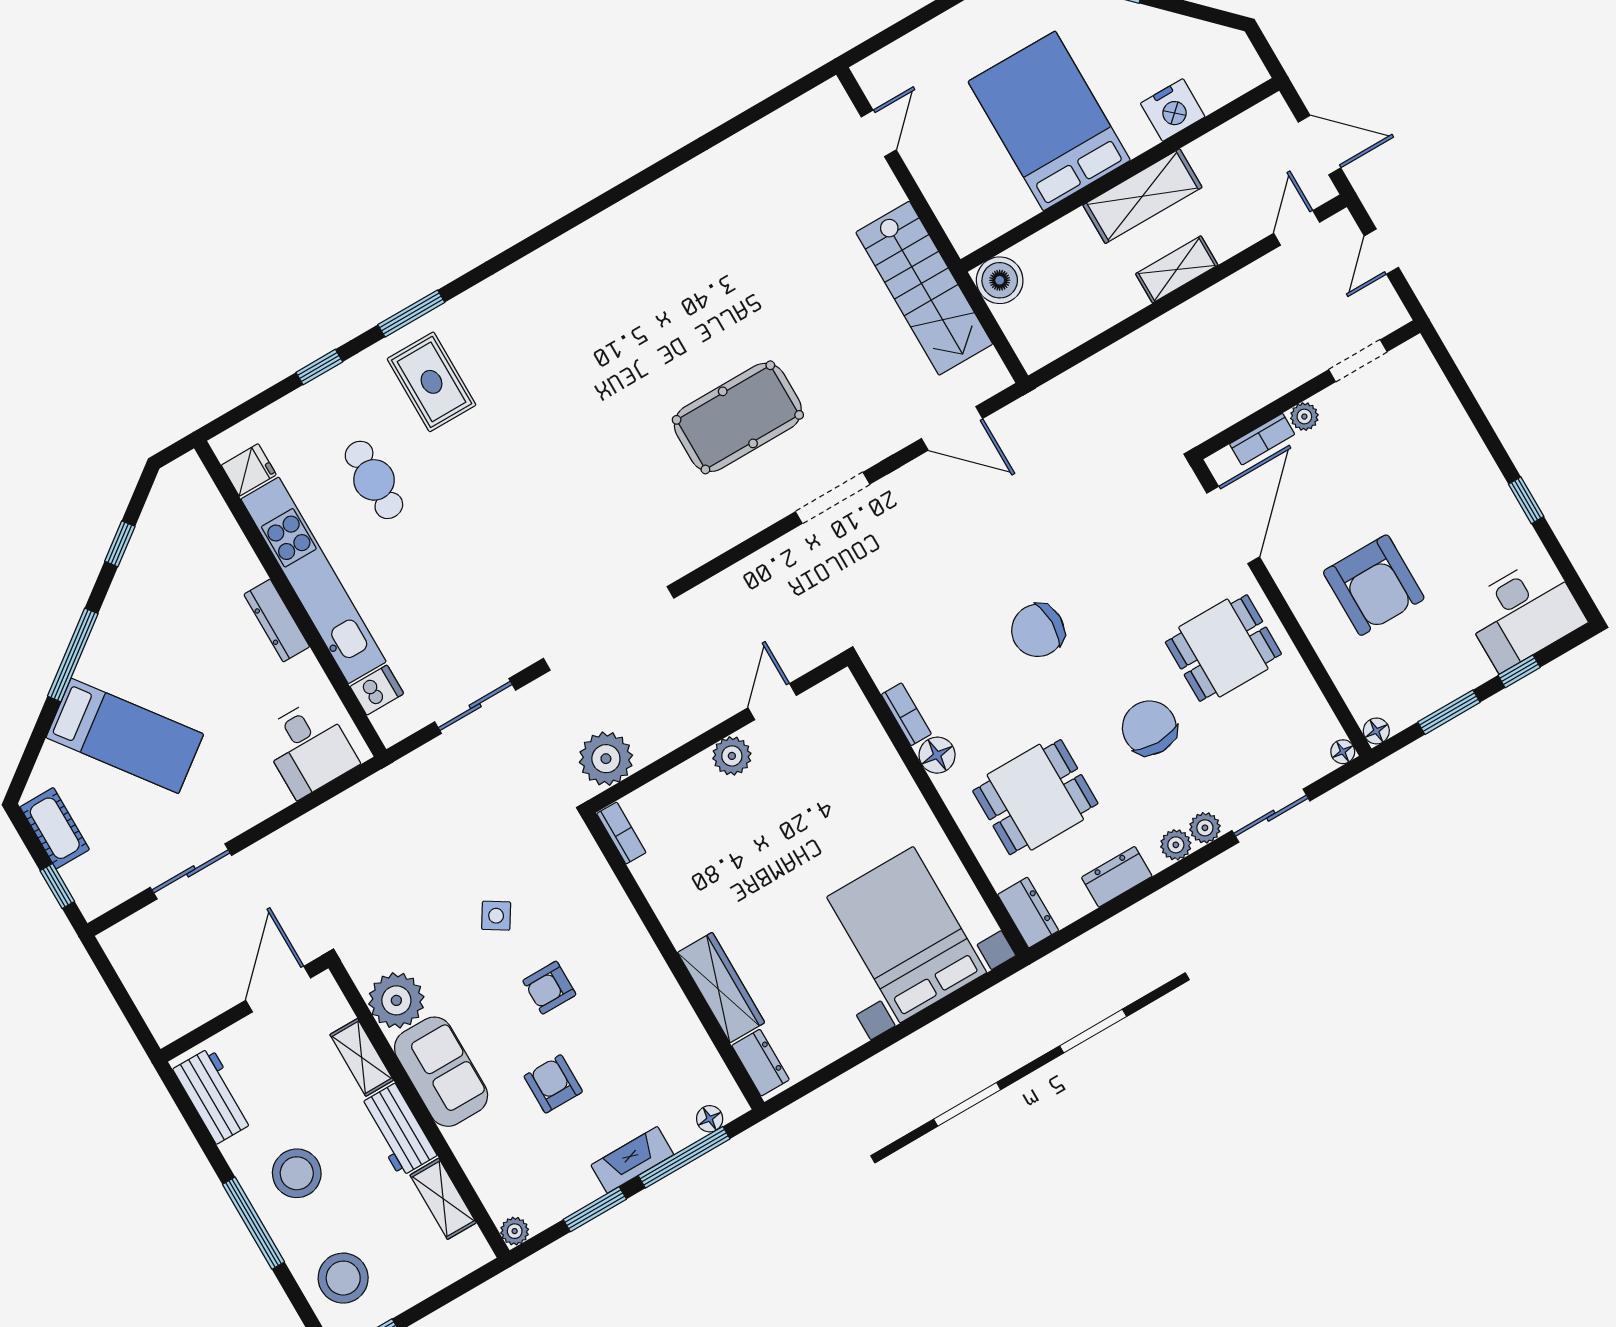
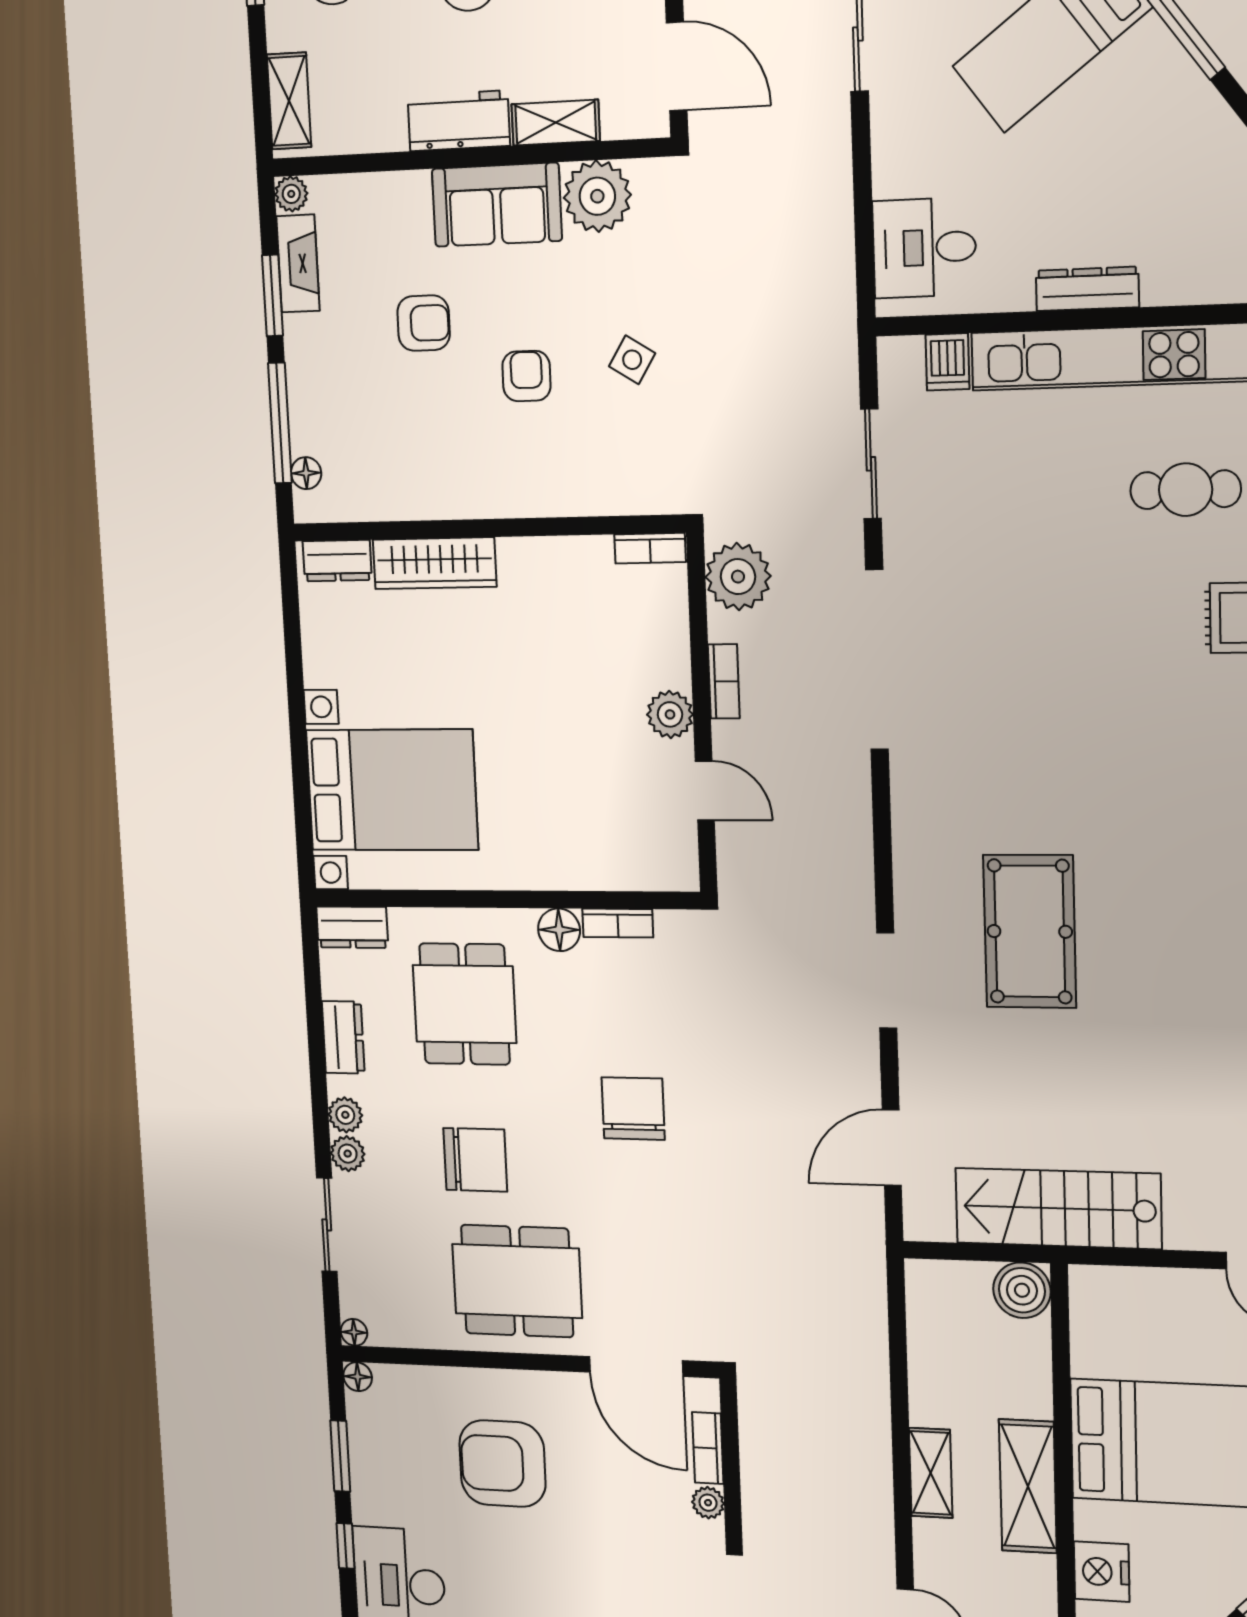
dining table: (1223, 648) -> (517, 1281), width x1.38
bookcase: (686, 729) -> (724, 681), added
fireplace: (632, 1160) -> (298, 264), moved
shelving: (443, 1199) -> (289, 101), moved, turned 90

